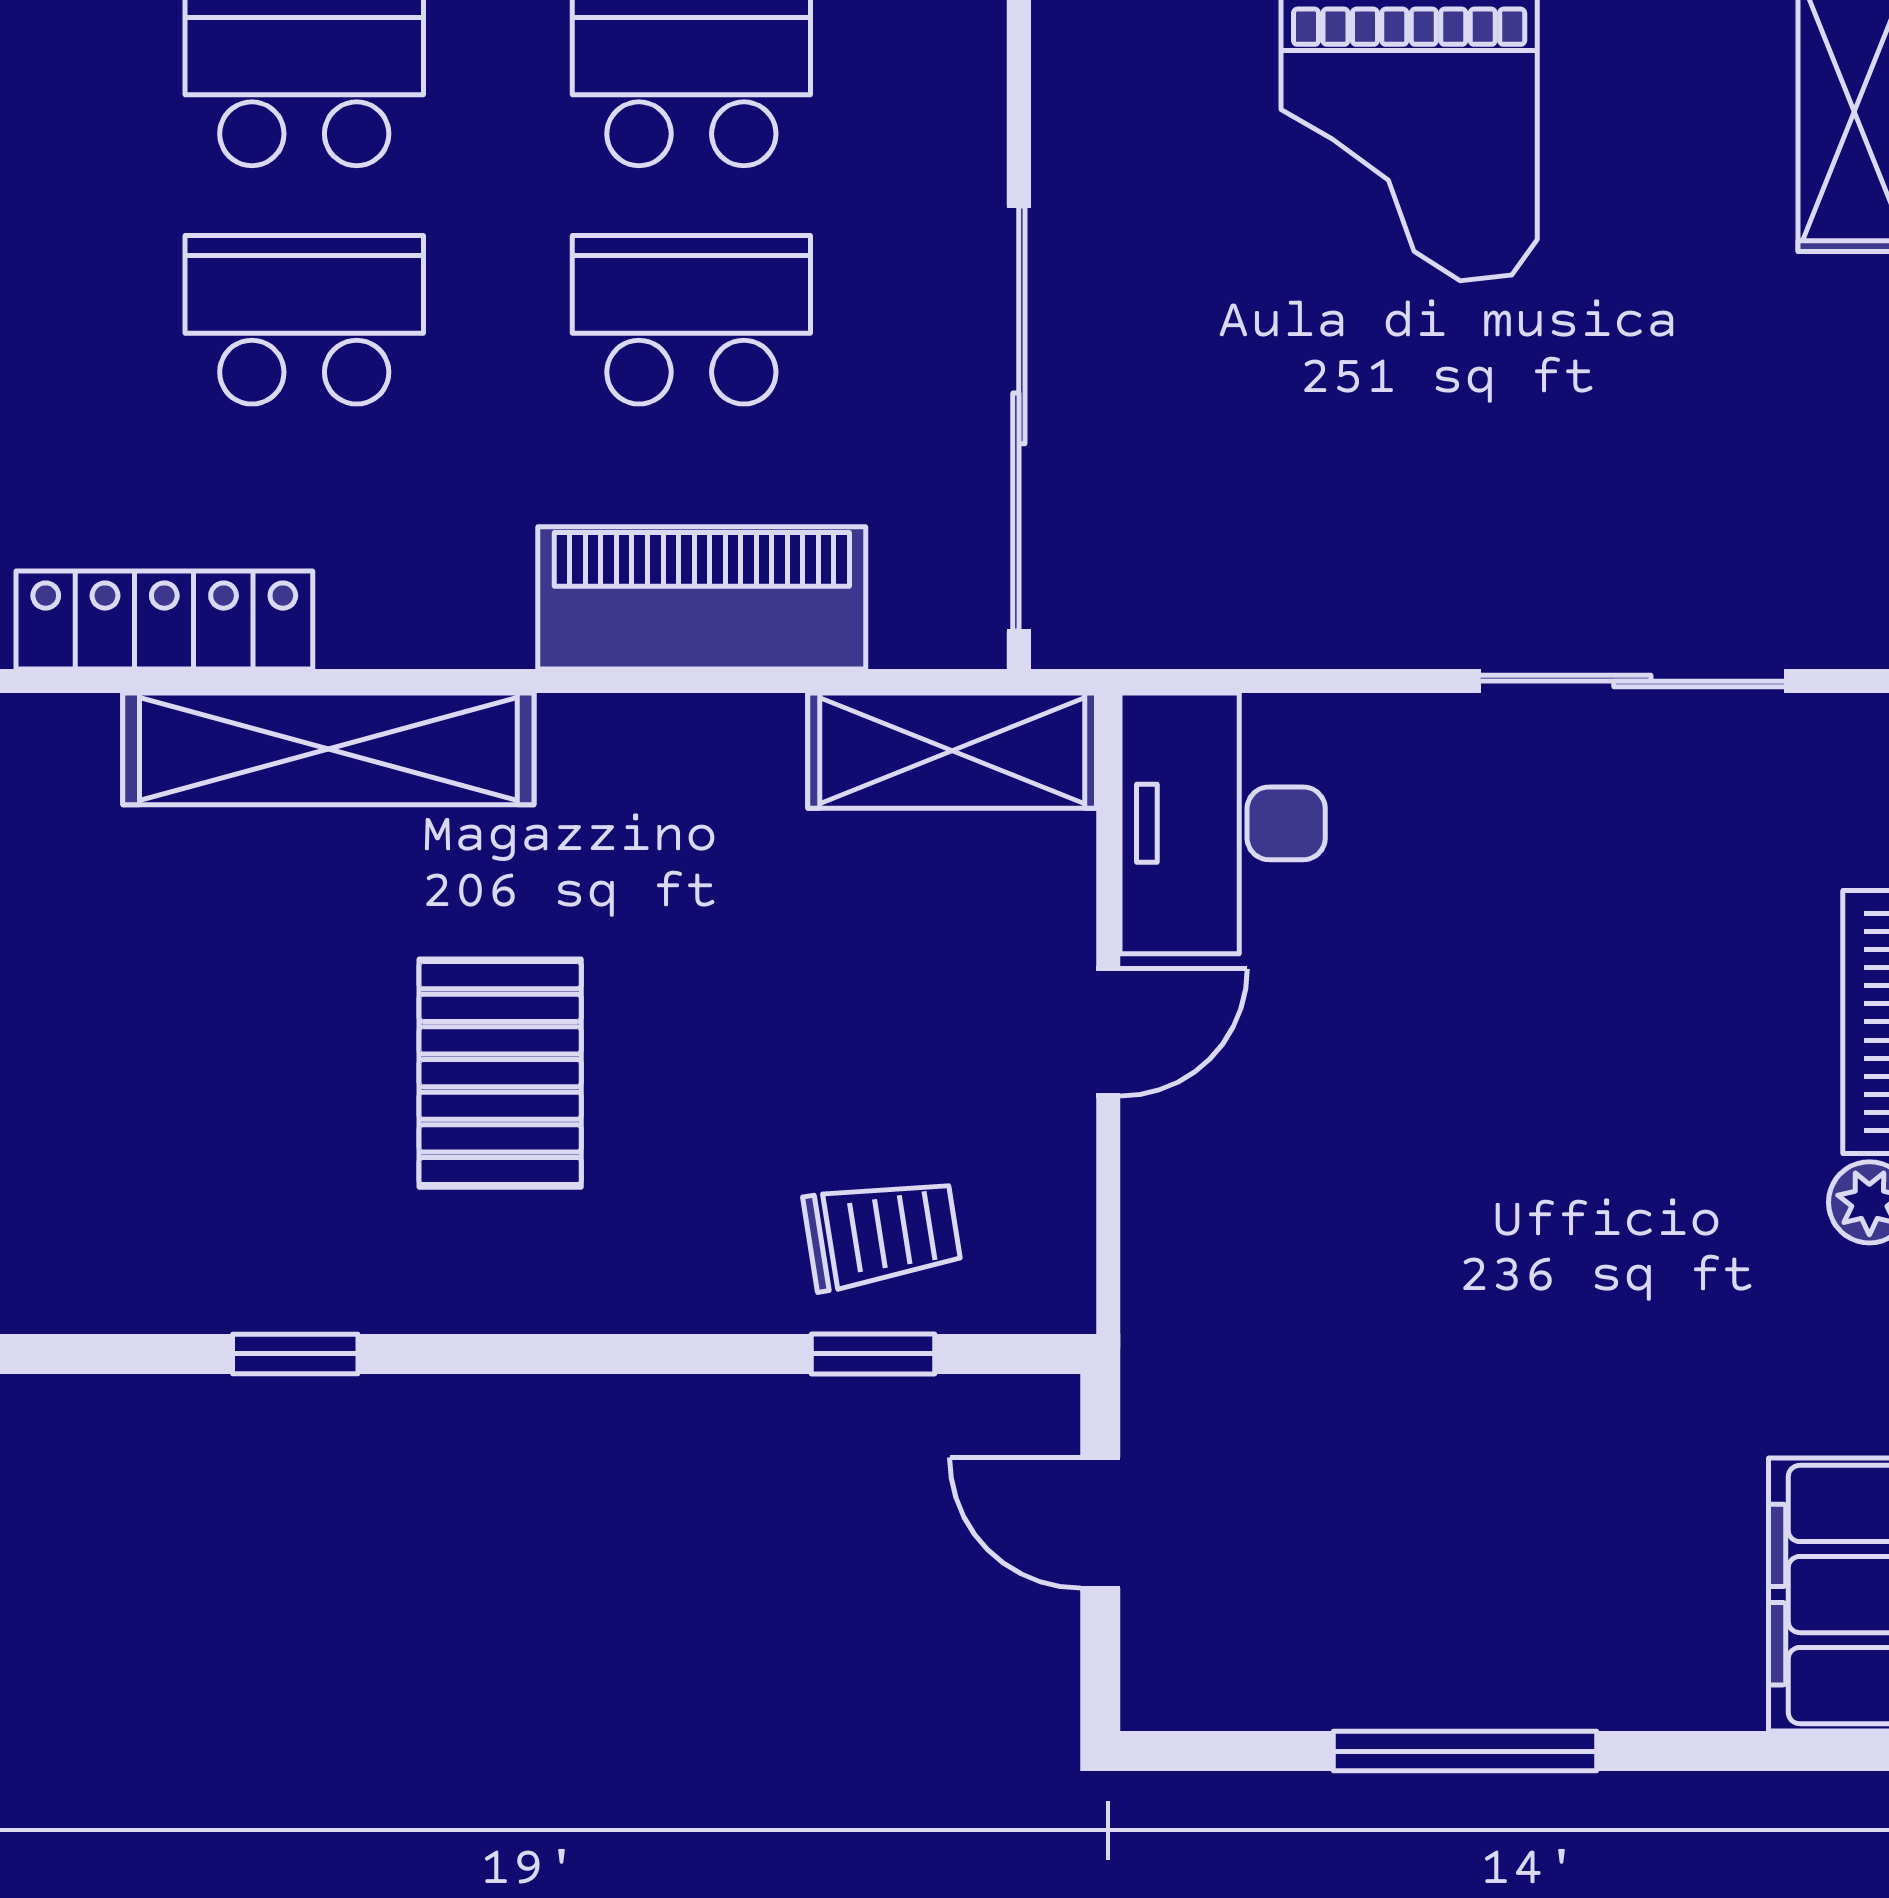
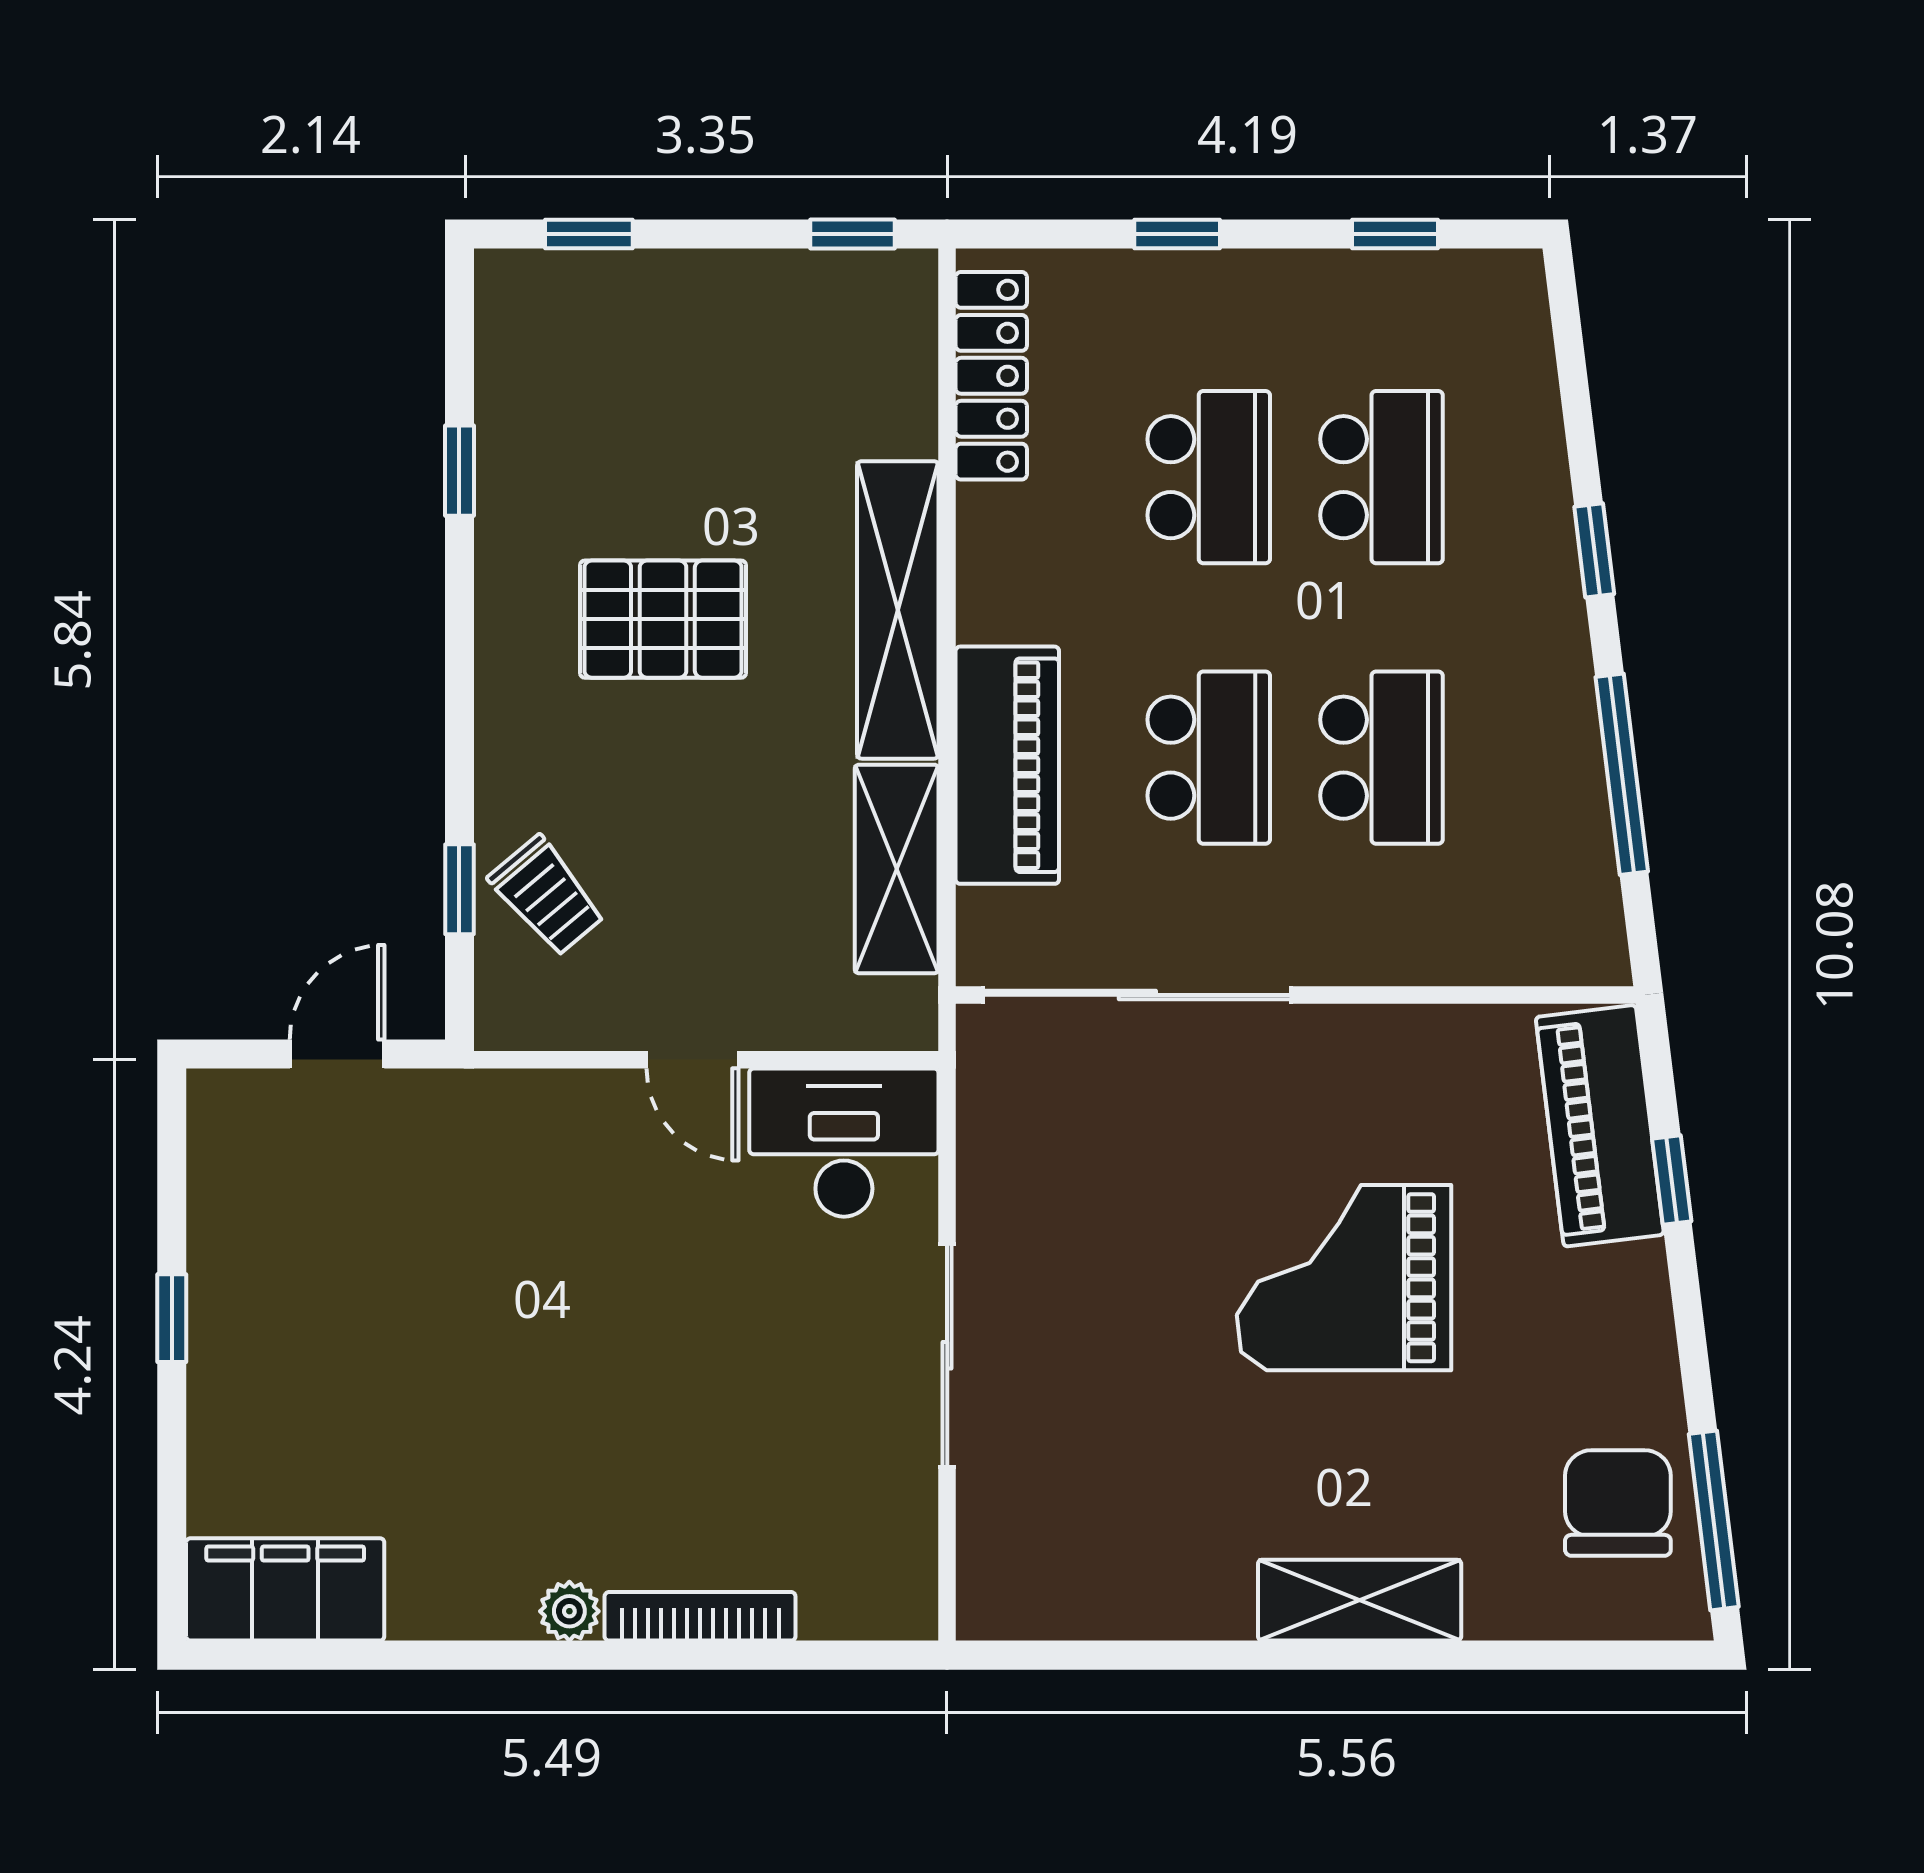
sliding door: (1632, 681) -> (947, 1355), moved
shelving: (328, 749) -> (898, 610), moved
shelving: (952, 751) -> (897, 869), moved
trolley: (882, 1233) -> (547, 896), turned -31
window: (1465, 1751) -> (172, 1318), width x0.46

